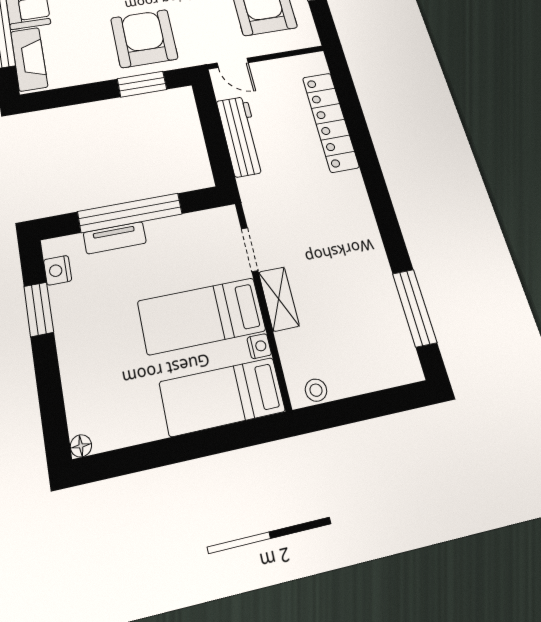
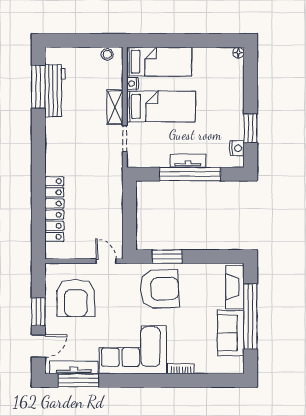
armchair: (144, 38) -> (159, 289), turned -93
workbench: (241, 136) -> (55, 91), moved, turned 180
tv unit: (115, 238) -> (188, 161), moved

